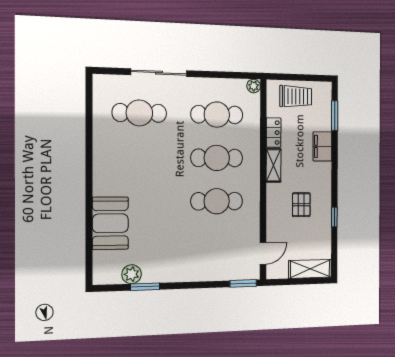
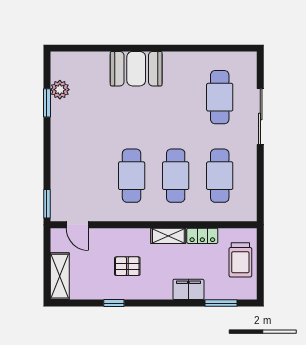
plant: (254, 86) -> (250, 214), removed
booth: (110, 223) -> (136, 69), moved

